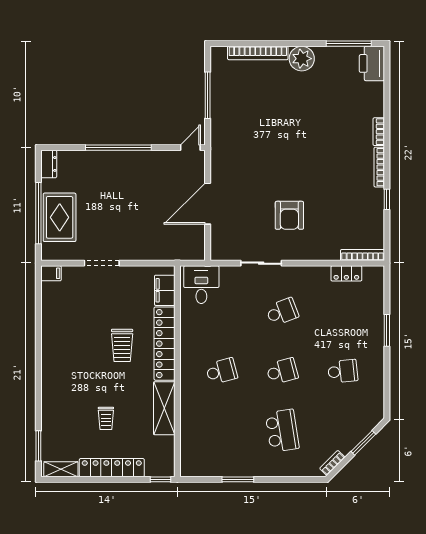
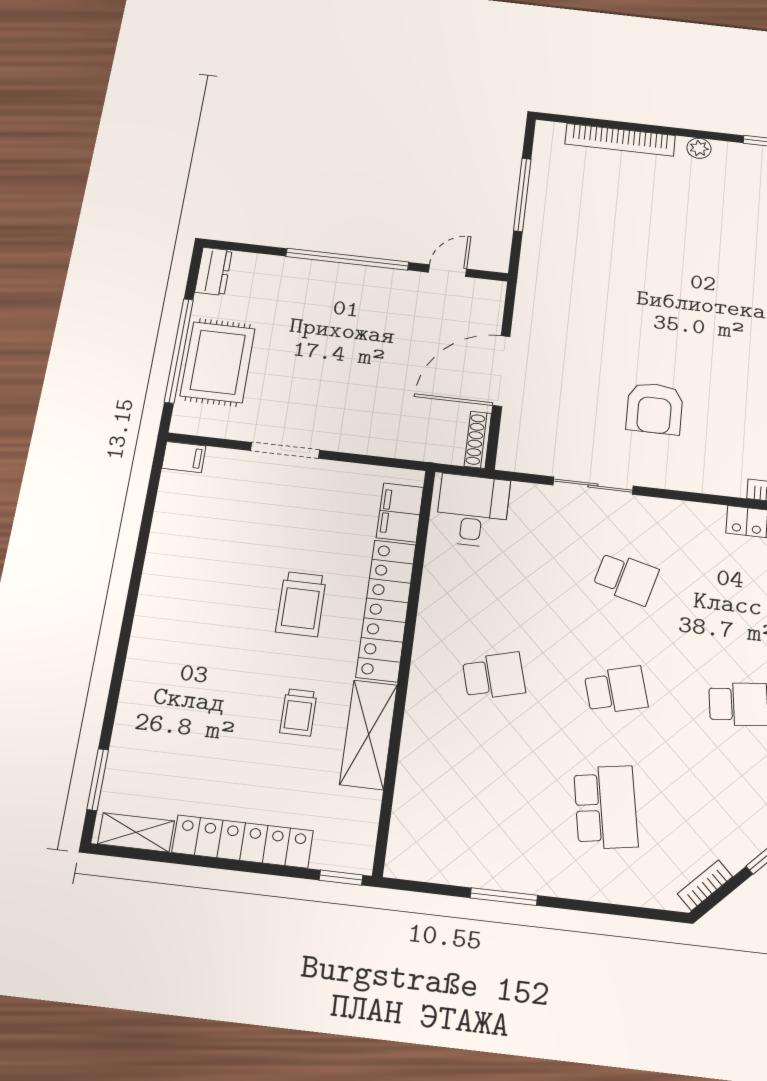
plant: (302, 59) -> (699, 148), width x0.53, depth x0.53
door: (190, 148) -> (448, 271), moved
shoe rack: (200, 245) -> (478, 440), added
school desk: (282, 312) -> (626, 578), turned 36
trolley: (106, 418) -> (298, 712), moved

